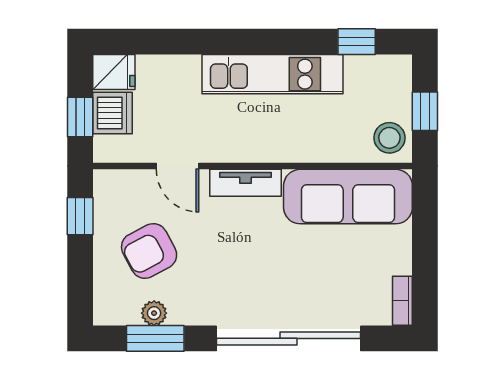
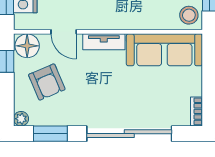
floor lamp: (116, 190) -> (27, 46), added
armchair: (149, 251) -> (47, 82), turned -85
plant: (154, 313) -> (21, 119), moved

